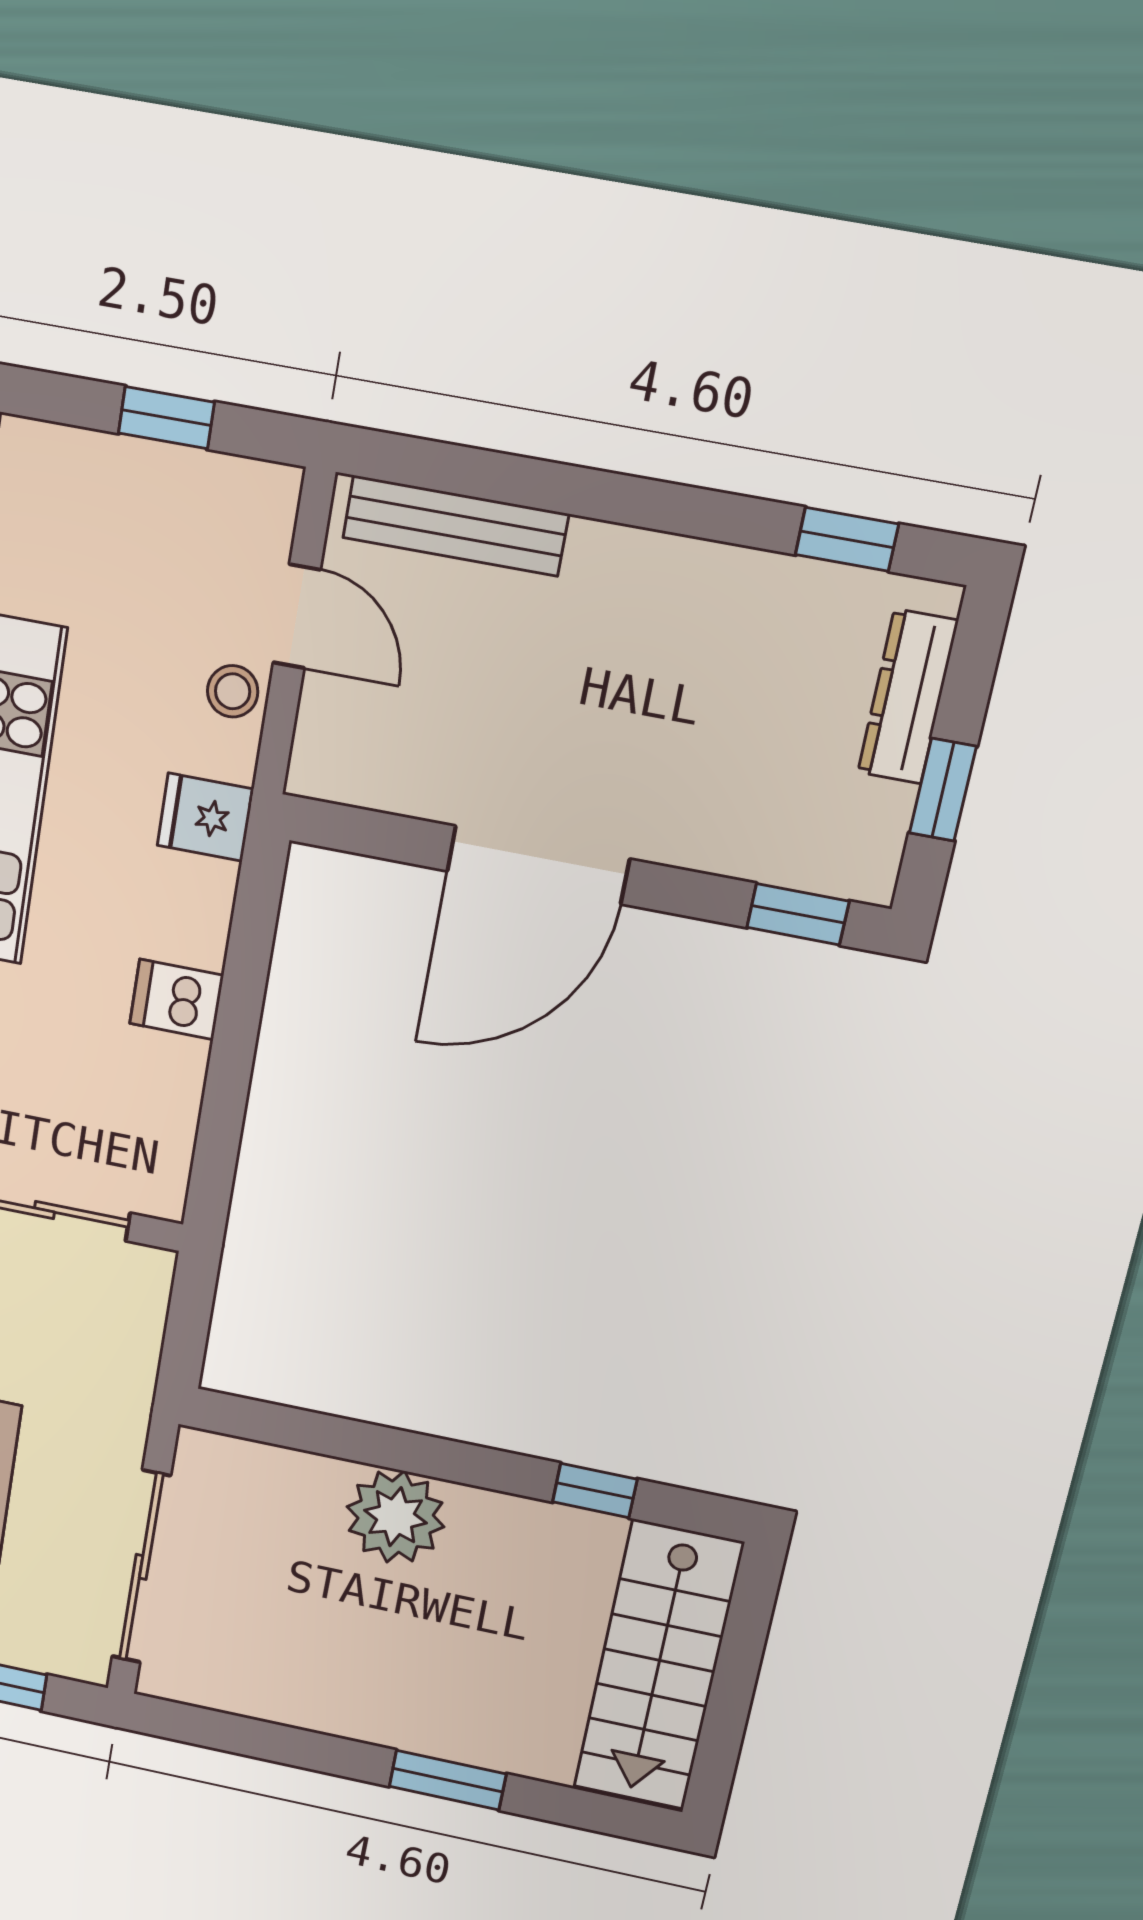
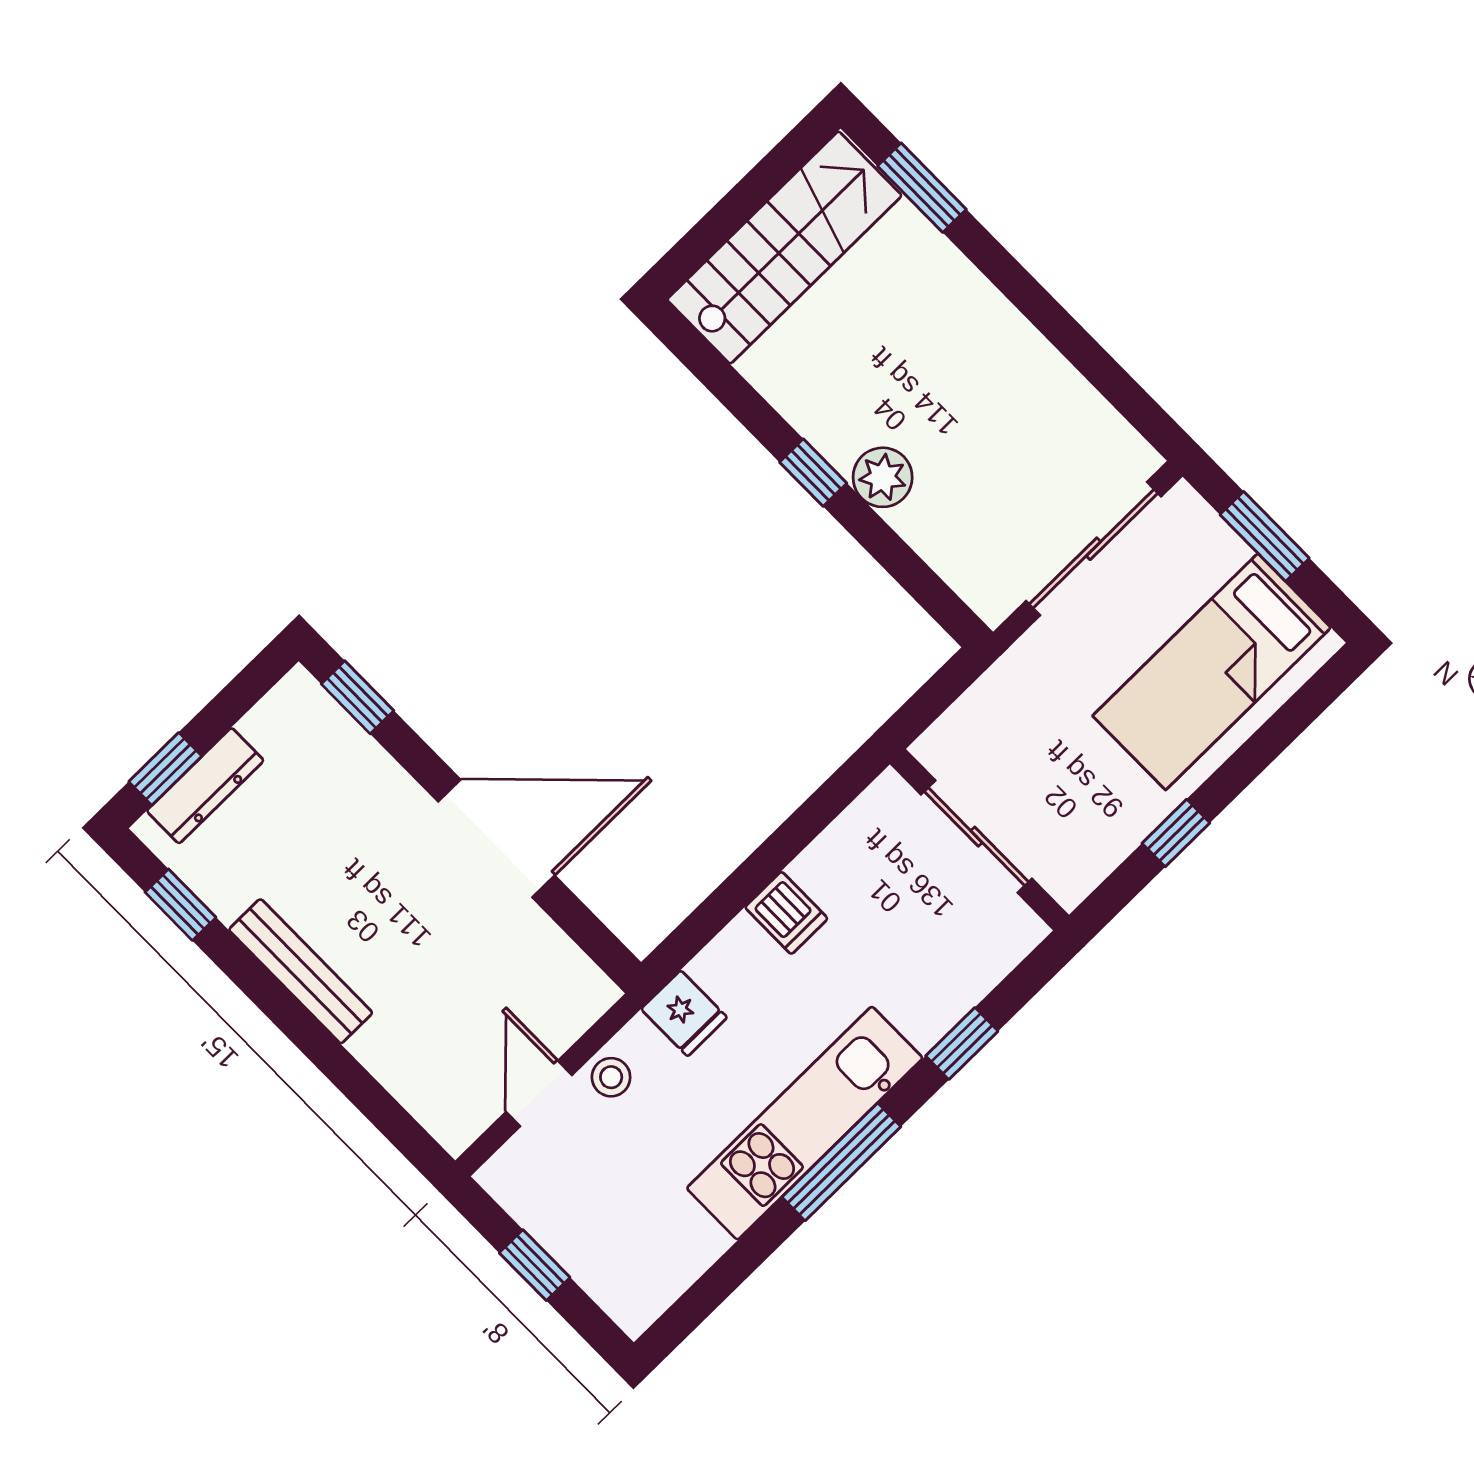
bench: (455, 526) -> (301, 971), moved
window: (943, 790) -> (165, 769), moved
window: (595, 1491) -> (813, 473), moved
plant: (395, 1517) -> (883, 477), width x0.73, depth x0.73
window: (448, 1780) -> (922, 188), moved

